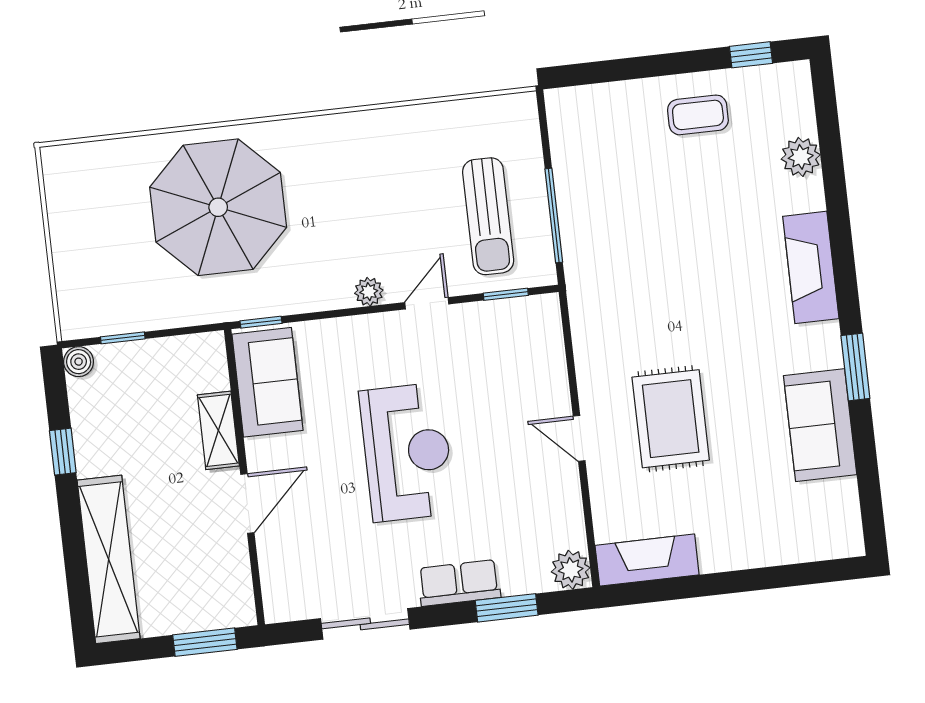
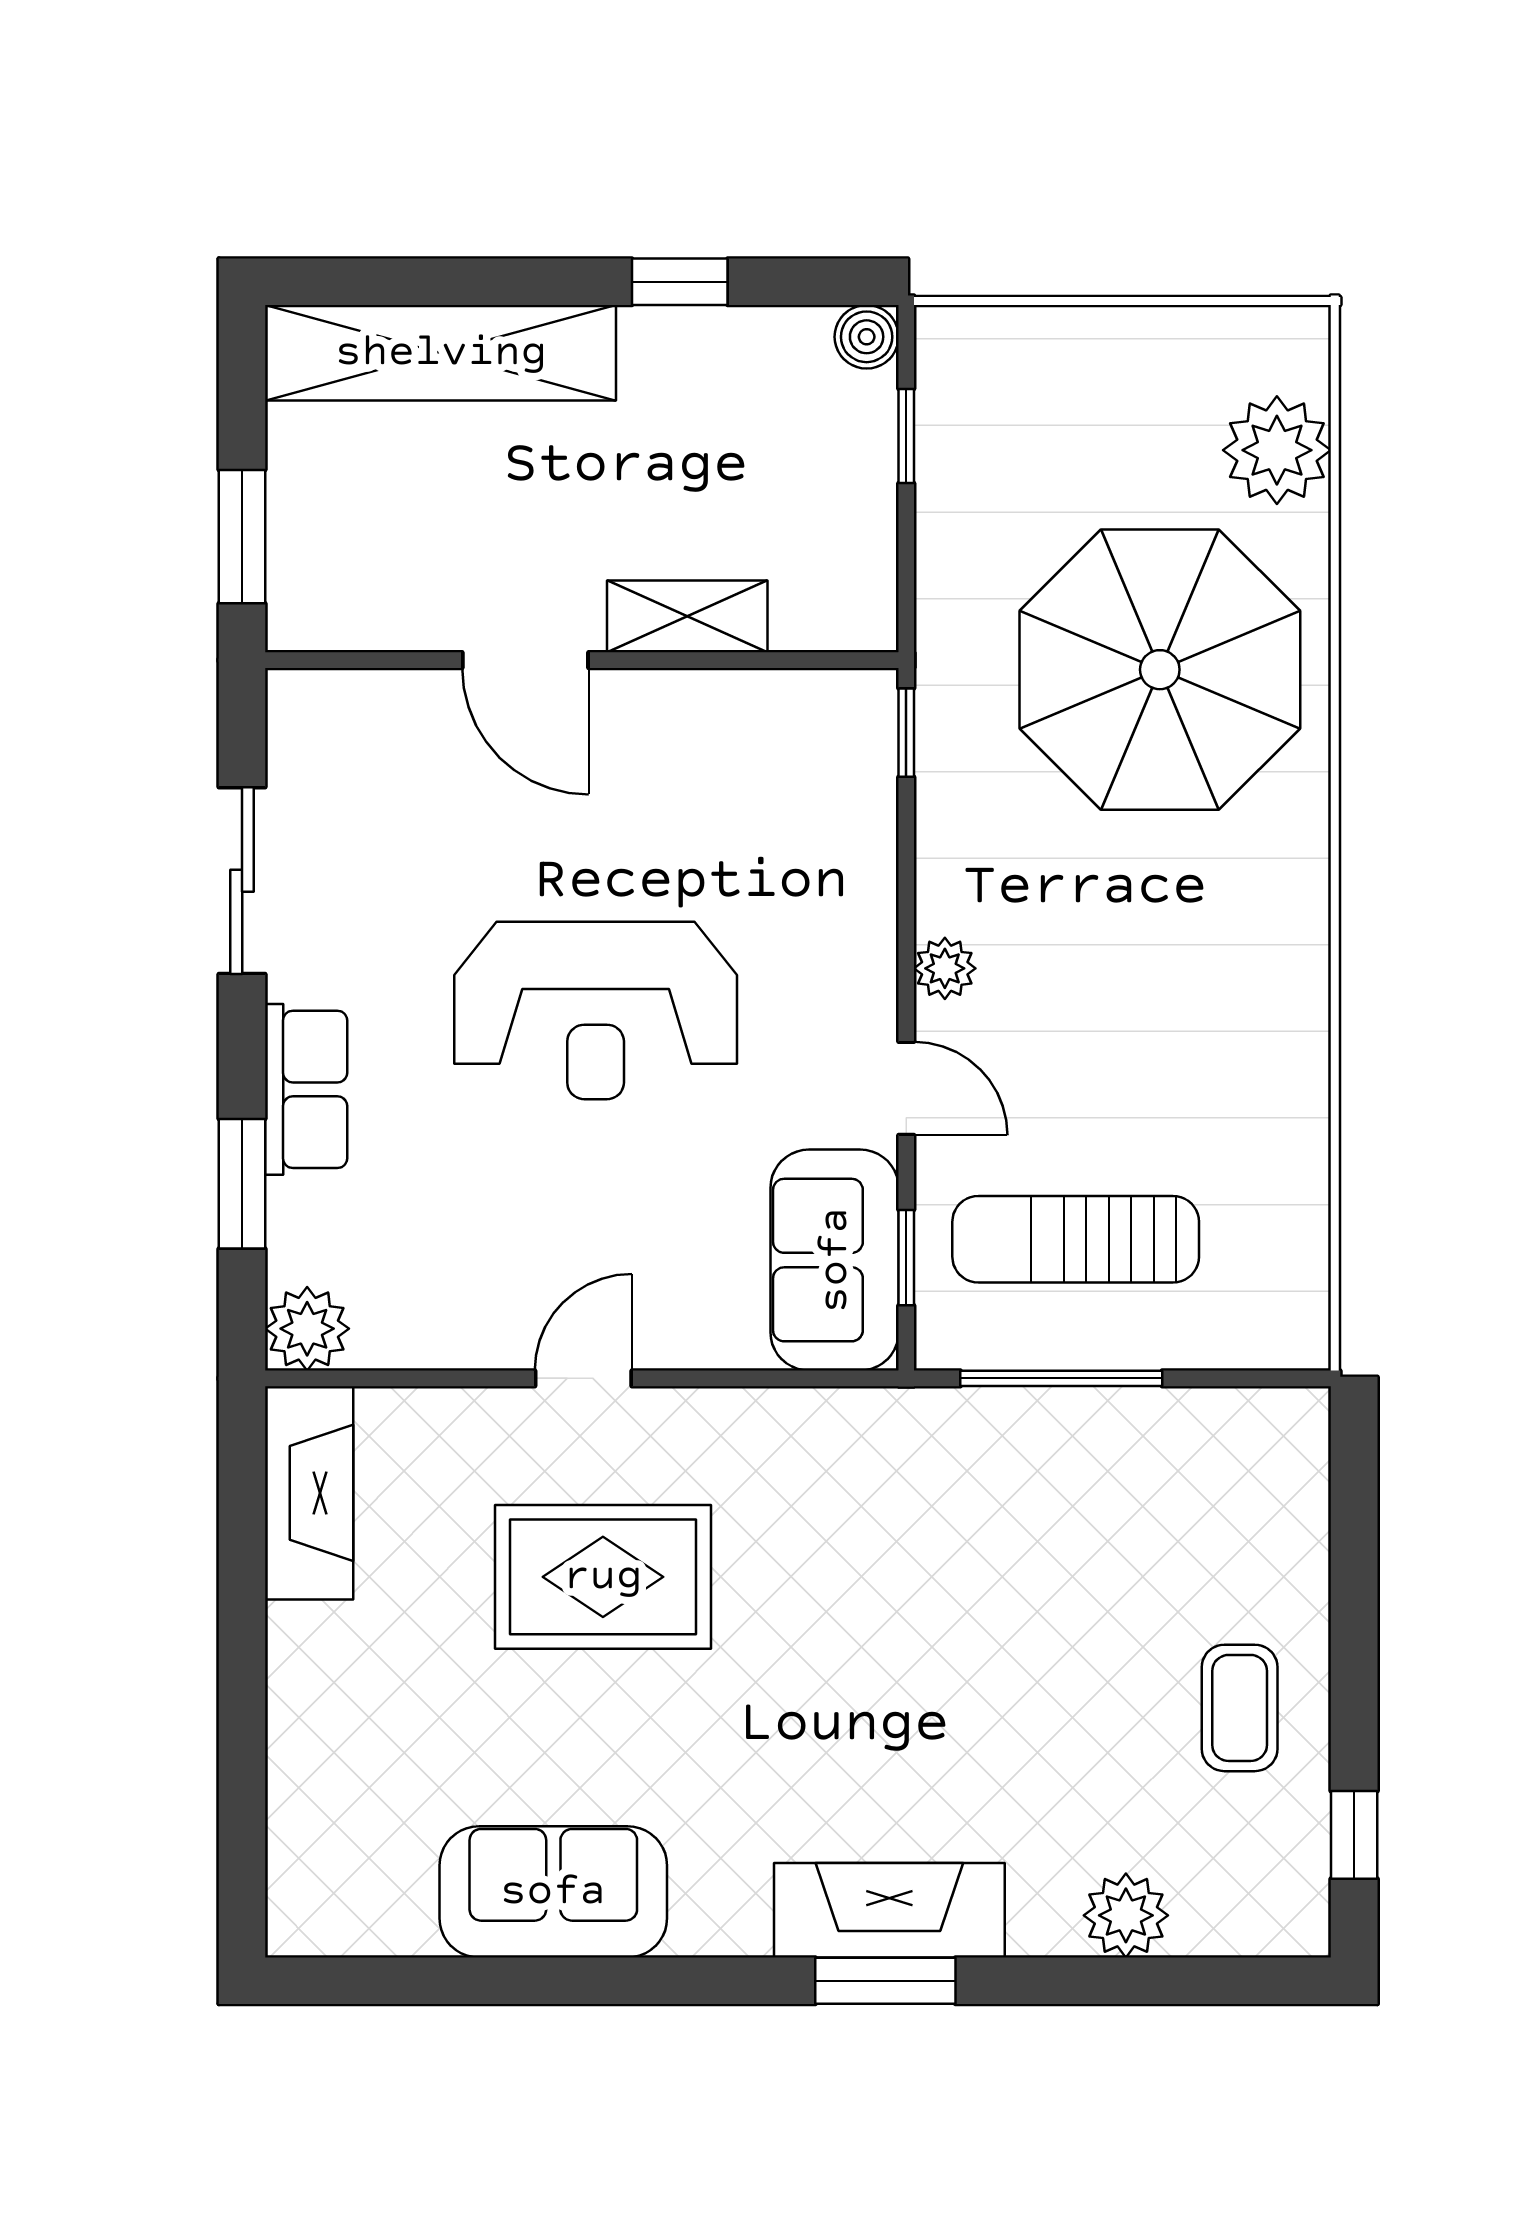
plant: (110, 164) -> (1277, 450), added
window: (855, 367) -> (885, 1981), moved
sofa: (267, 382) -> (835, 1260), moved, turned 90

